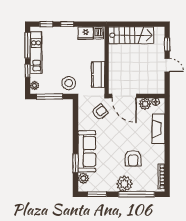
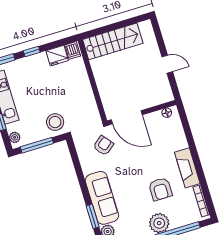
window: (167, 44) -> (160, 39), removed
kitchen counter: (98, 74) -> (87, 101), removed
plant: (145, 104) -> (155, 119), removed
fireplace: (158, 129) -> (187, 168), moved

